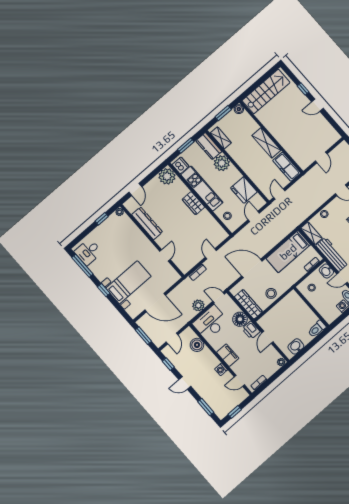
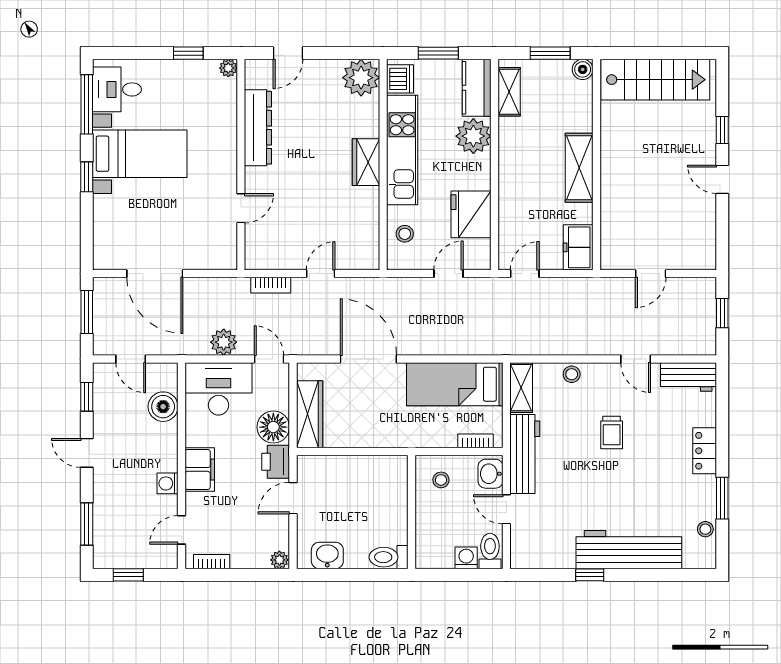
freezer: (287, 167) -> (578, 247), width x0.71
bed with nightstands: (128, 282) -> (140, 154), moved
stool: (271, 293) -> (364, 430), removed
door: (172, 338) -> (131, 359), hinge flipped
door: (239, 381) -> (182, 530), hinge flipped

